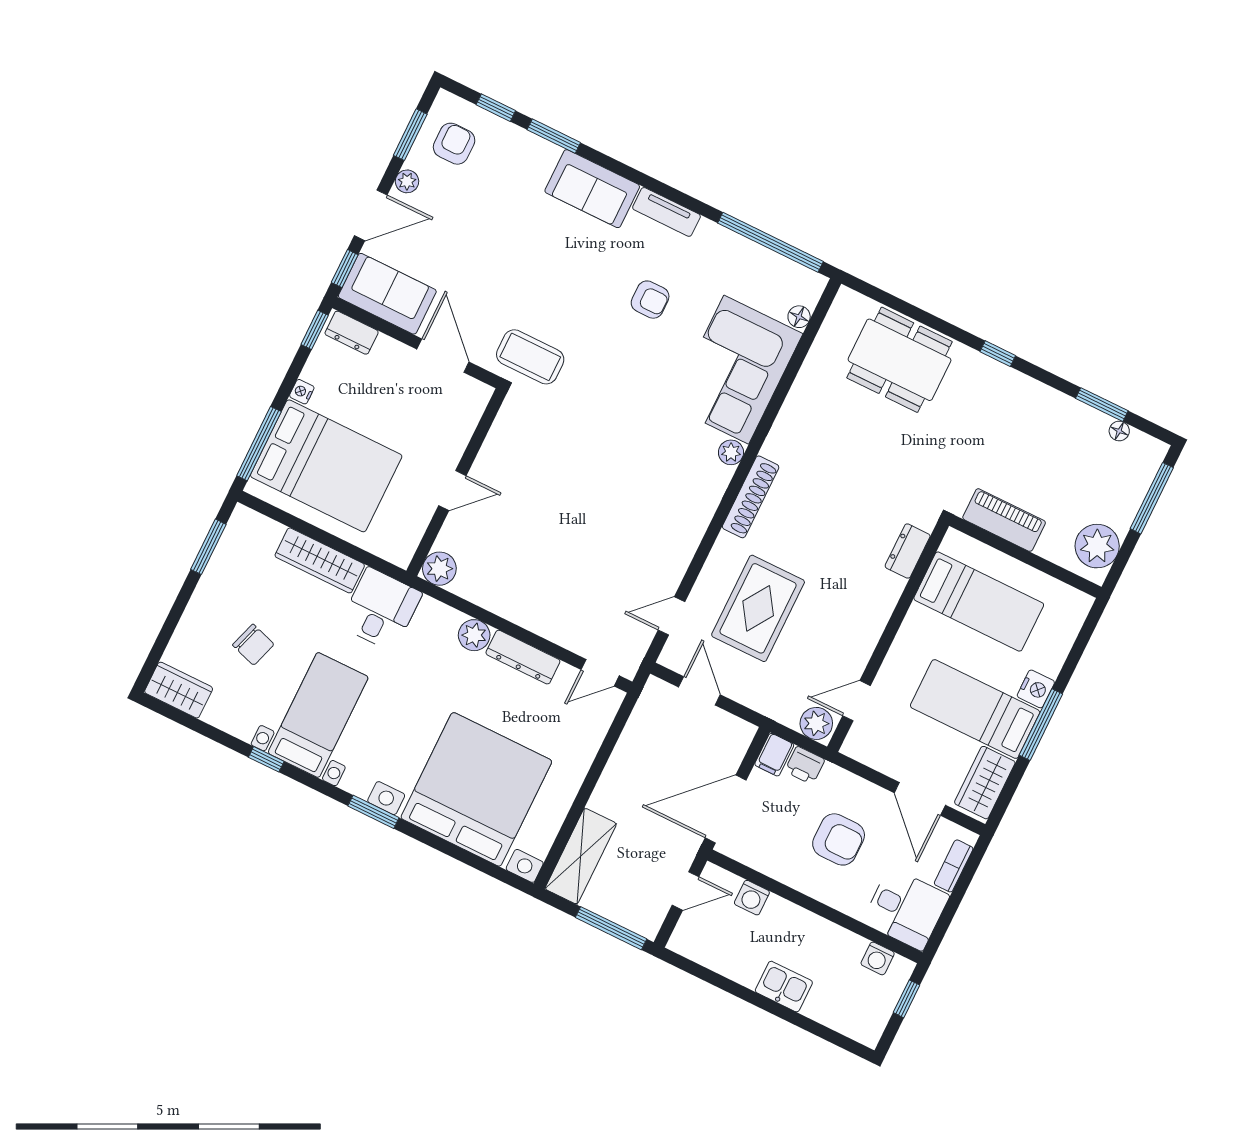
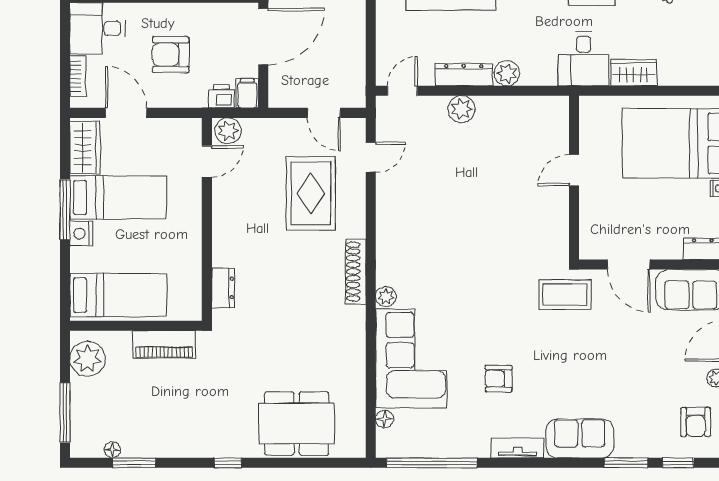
wardrobe: (320, 560) -> (634, 73), width x0.67
plant: (439, 569) -> (461, 109), moved
bed: (979, 602) -> (118, 295), moved, turned 180

